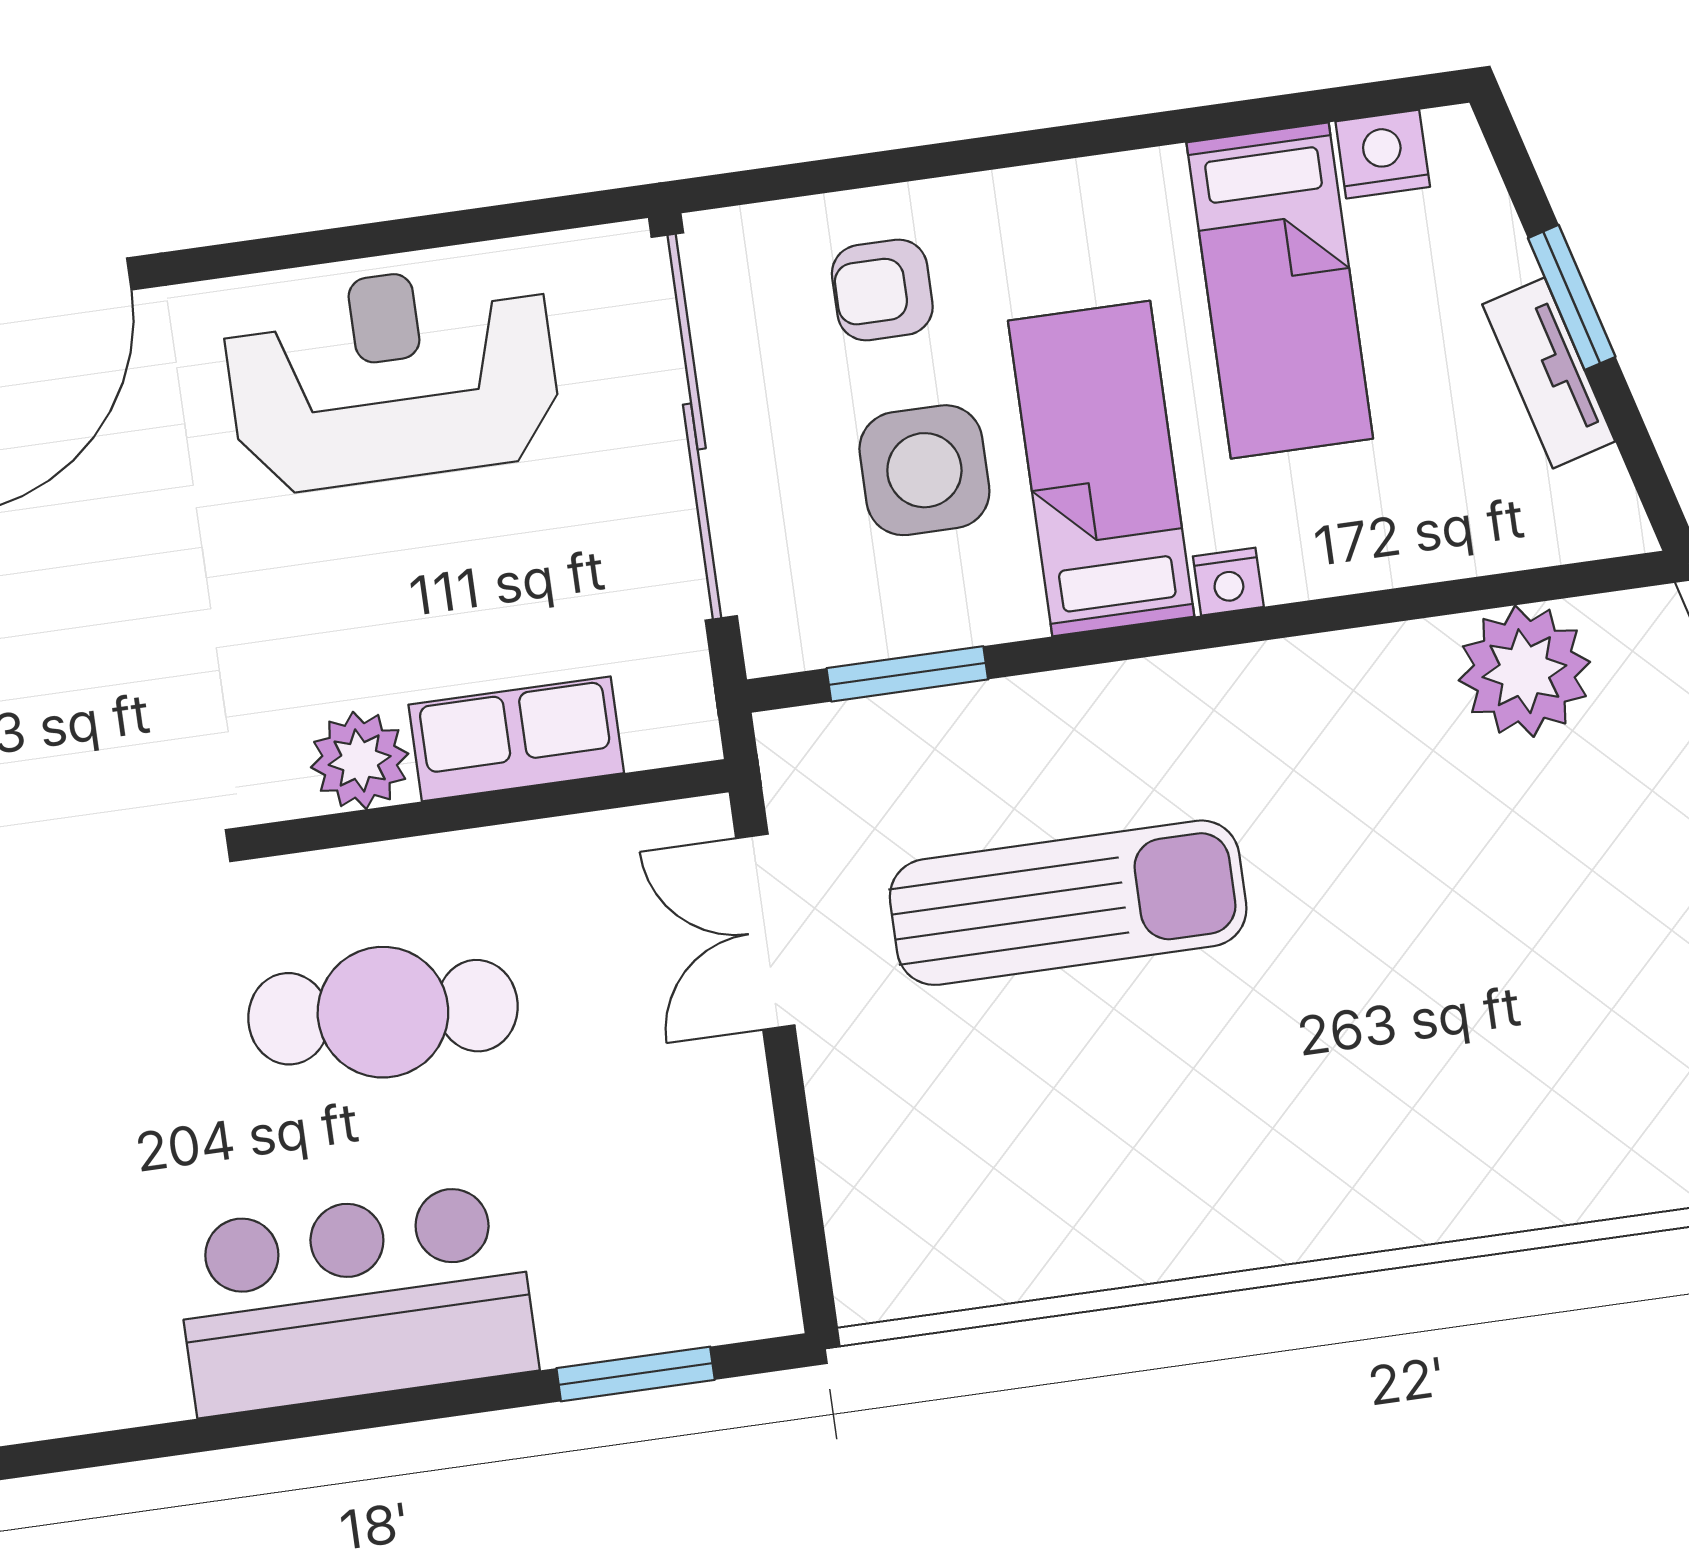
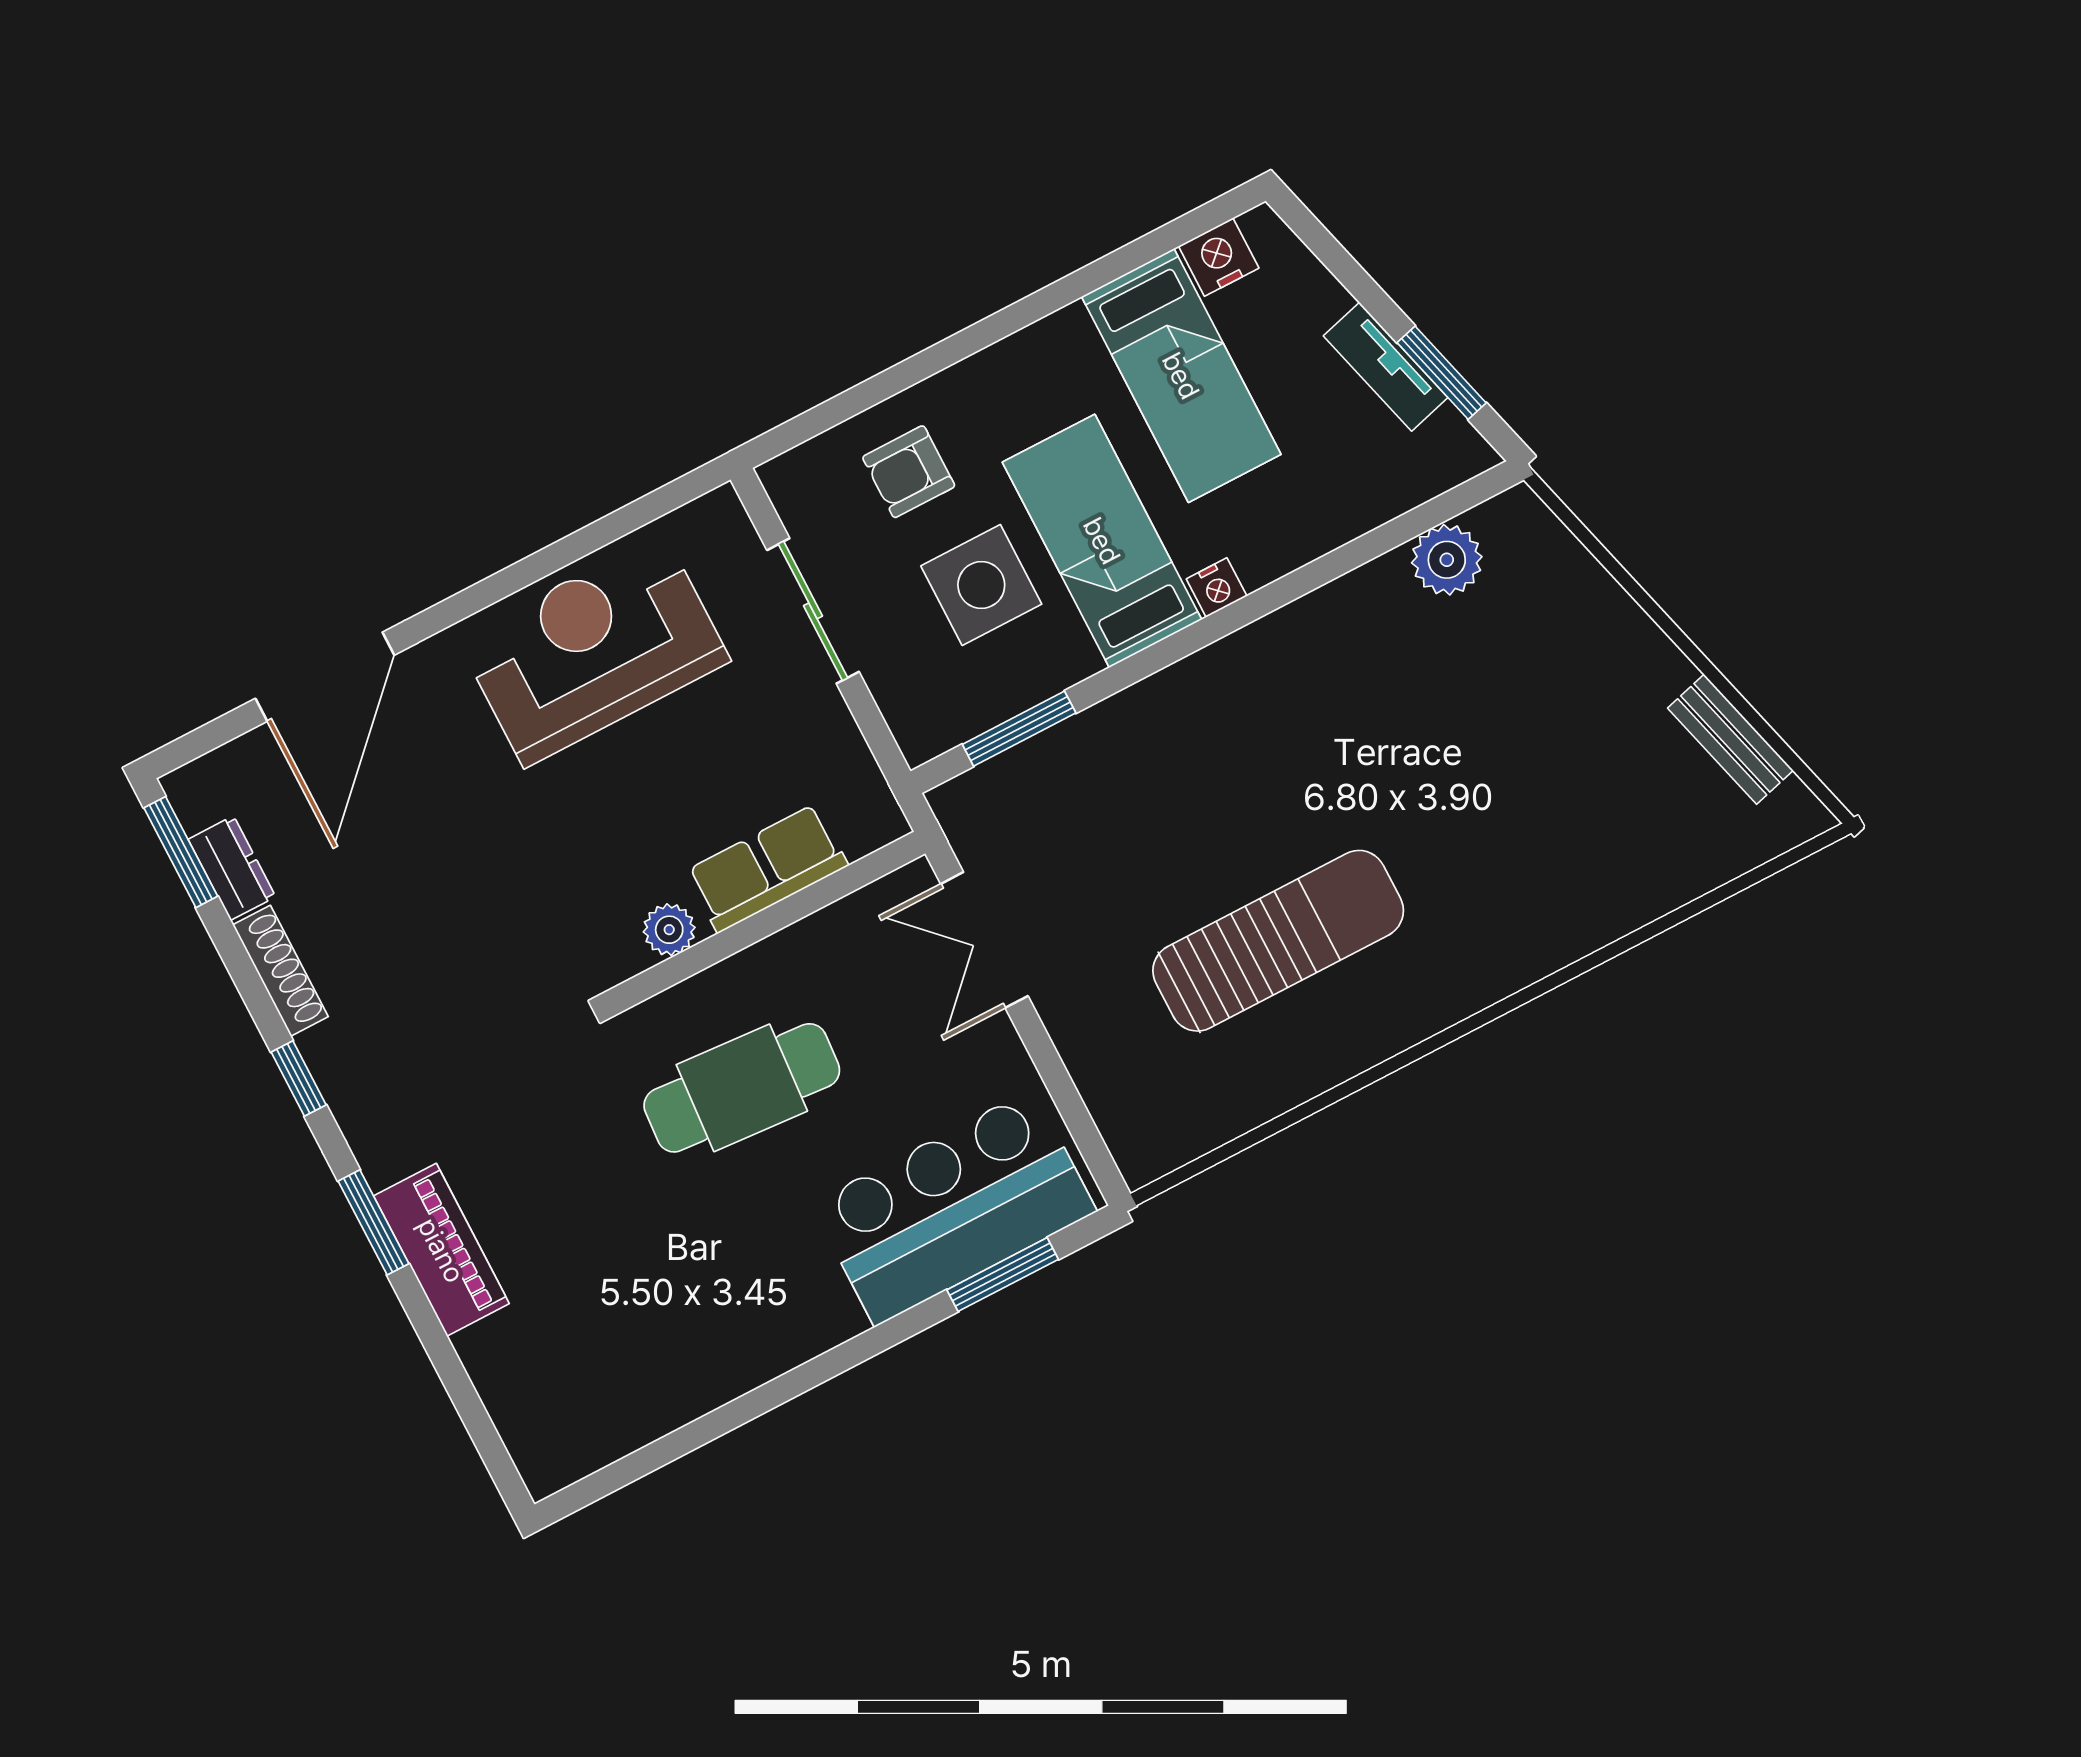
window: (1572, 297) -> (1442, 373), moved
sliding door: (694, 427) -> (813, 611), width x0.54
plant: (1524, 671) -> (1447, 560), width x0.73, depth x0.73
plant: (360, 760) -> (669, 930), width x0.73, depth x0.73
sun lounger: (1068, 903) -> (1278, 941), moved
bar counter: (355, 1299) -> (954, 1207), moved

